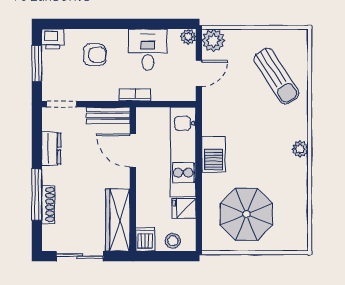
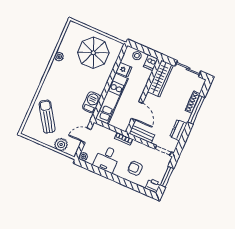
plant: (213, 40) -> (61, 144), moved
plant: (300, 149) -> (59, 57), moved
barbecue: (214, 154) -> (92, 102), moved

